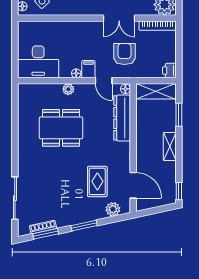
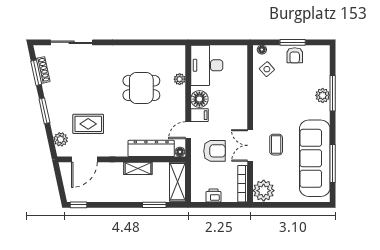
printer: (169, 71) -> (213, 195), moved
floor lamp: (76, 73) -> (199, 99), width x1.89, depth x1.89
plant: (68, 89) -> (180, 79), moved
dining table: (61, 128) -> (141, 88), width x0.73
shelving: (170, 147) -> (138, 168), moved

